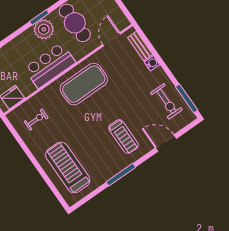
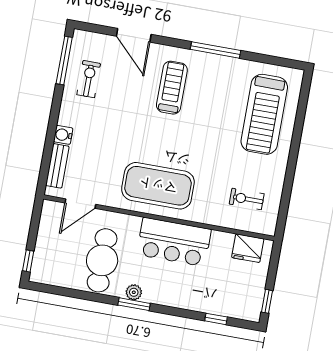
plant: (44, 29) -> (134, 292), width x0.53, depth x0.53
exercise bike: (166, 101) -> (89, 79), width x0.73, depth x0.72

